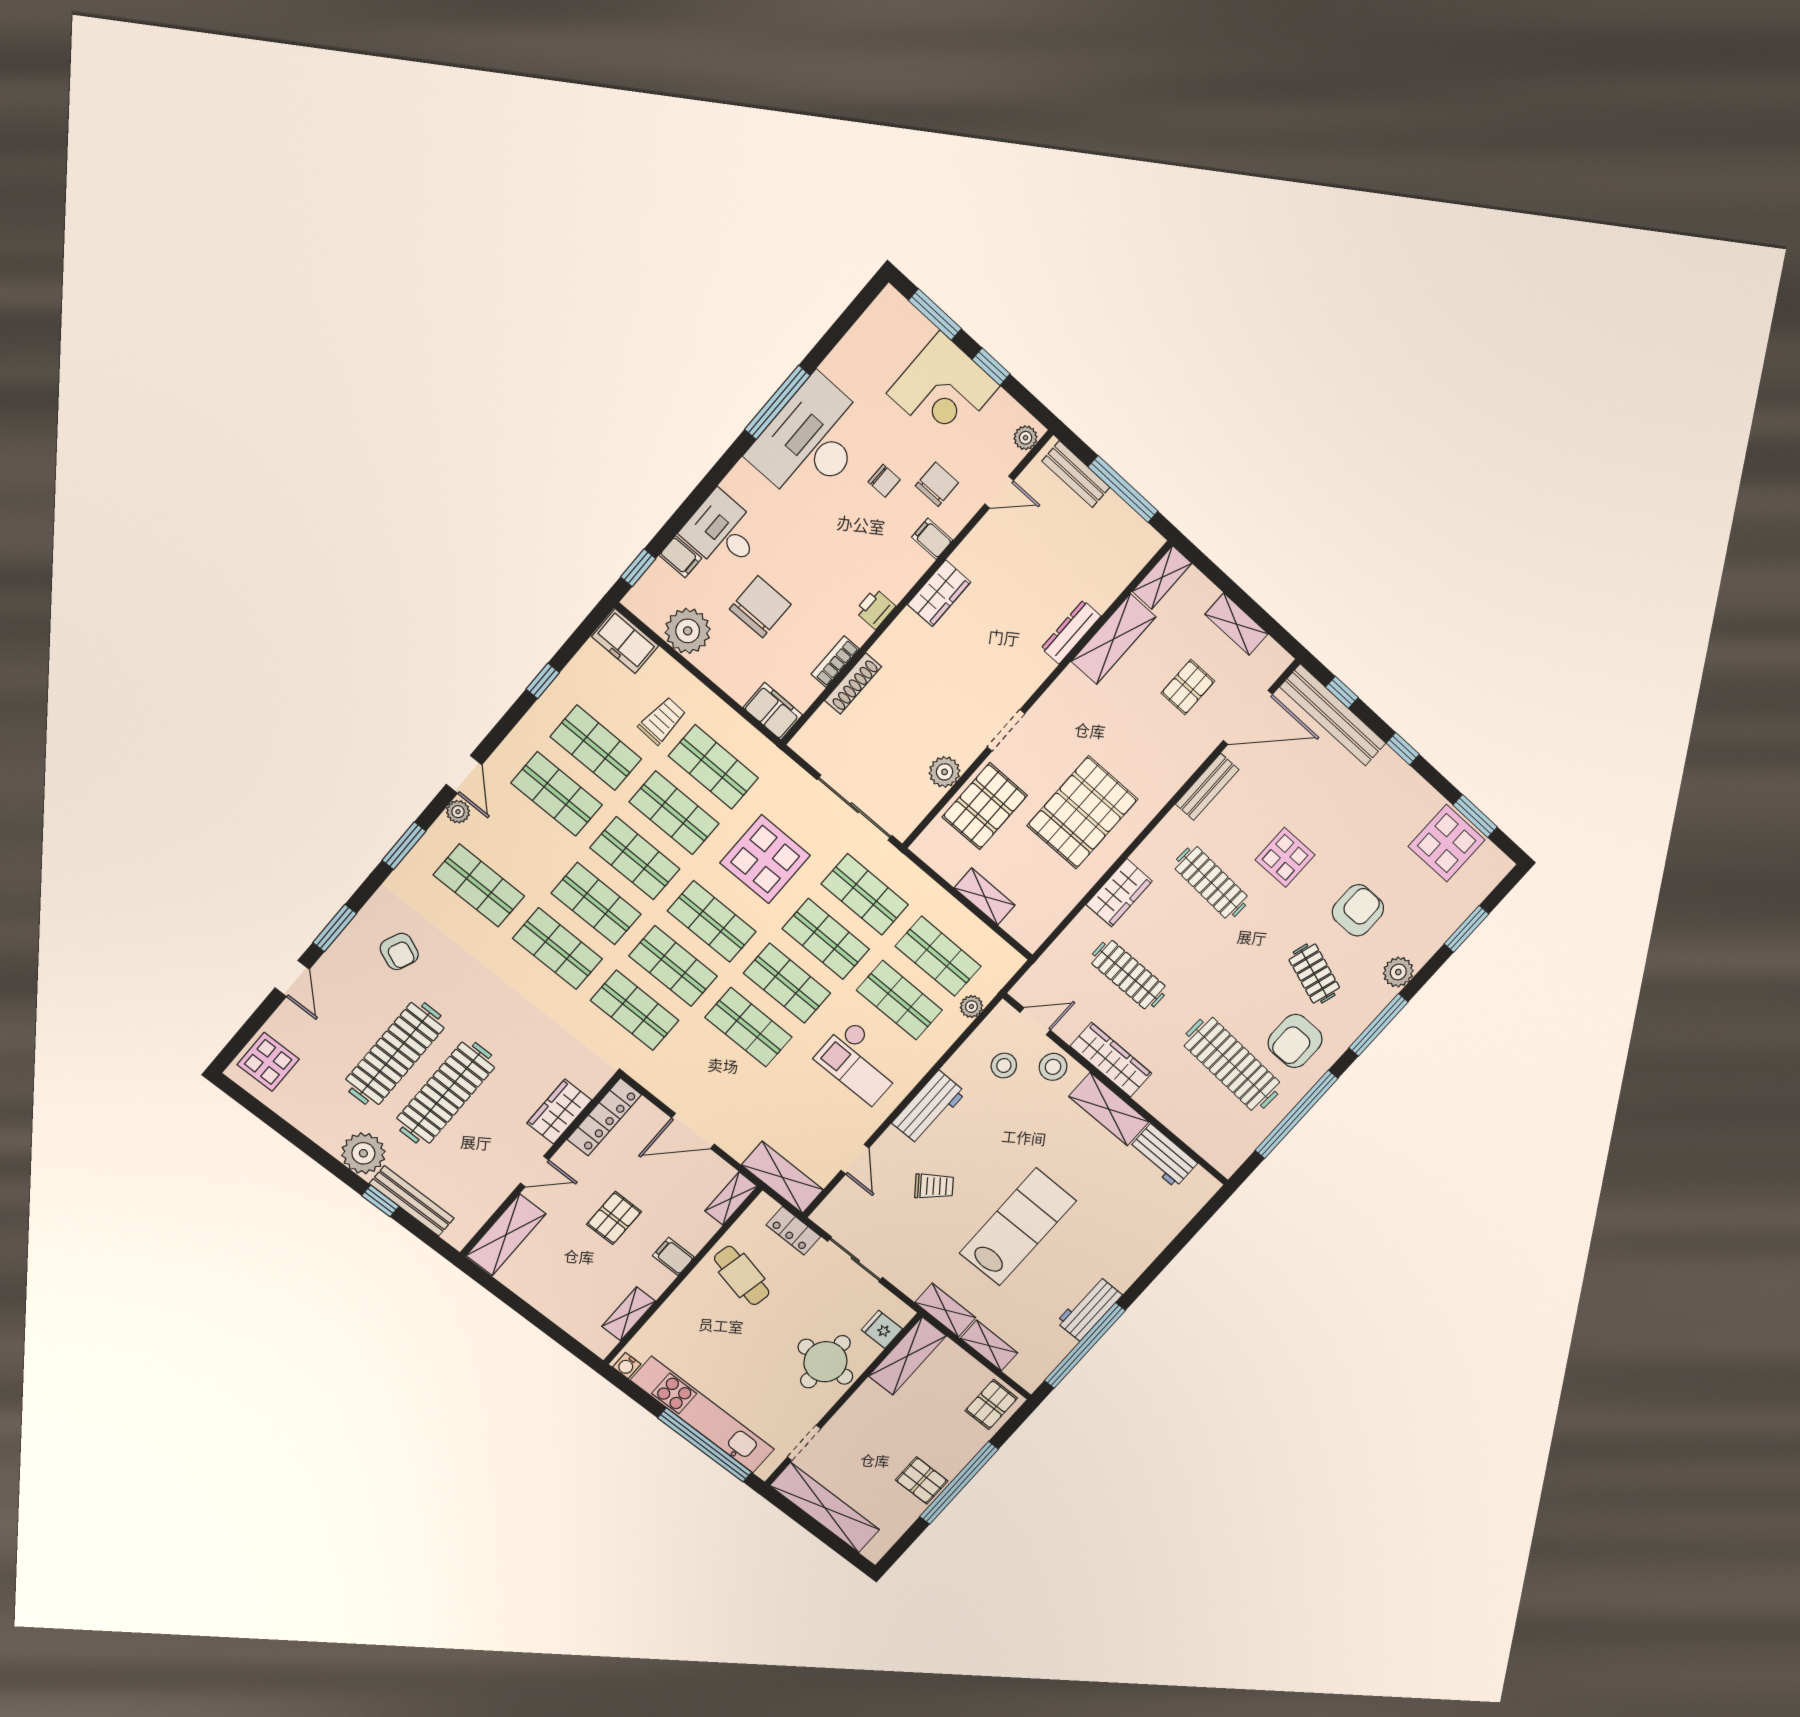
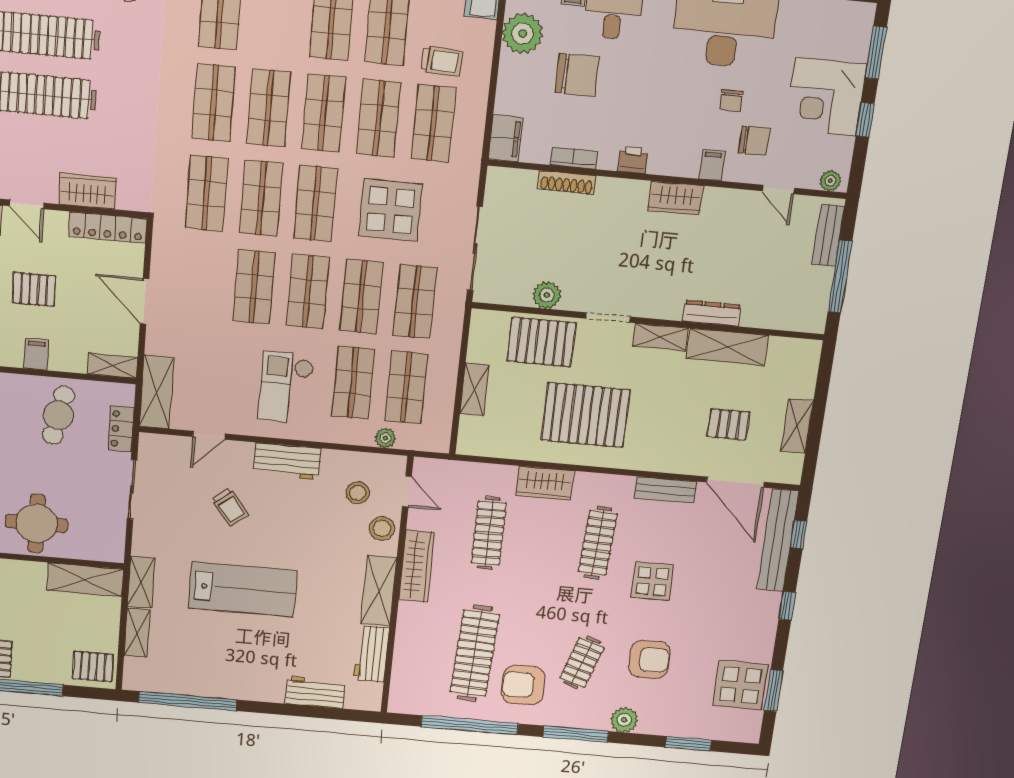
shelving: (1162, 577) -> (660, 337), moved
workbench: (1089, 1308) -> (315, 692), moved
fridge: (882, 1329) -> (92, 547), removed

